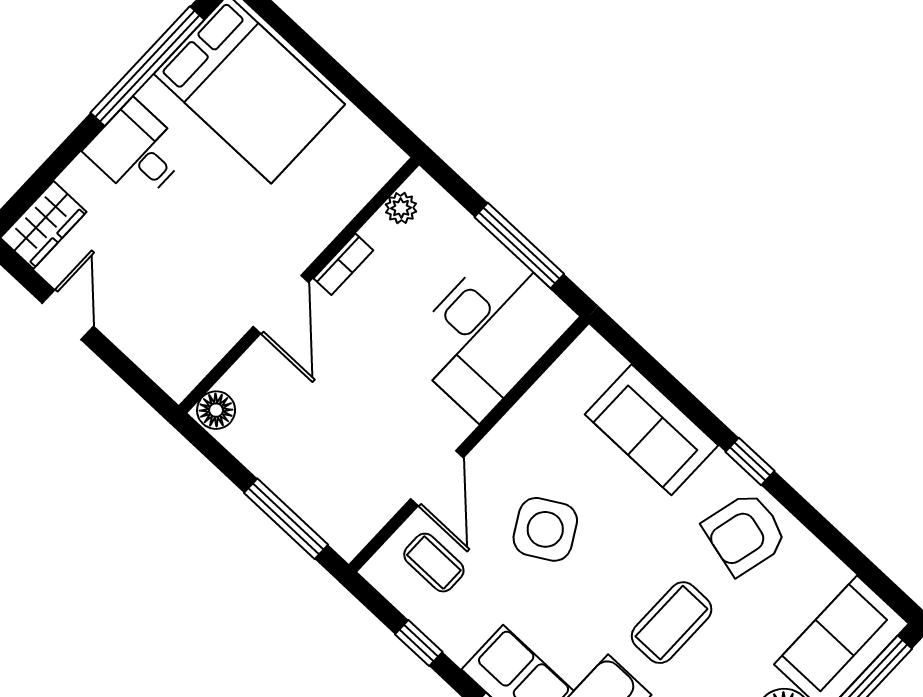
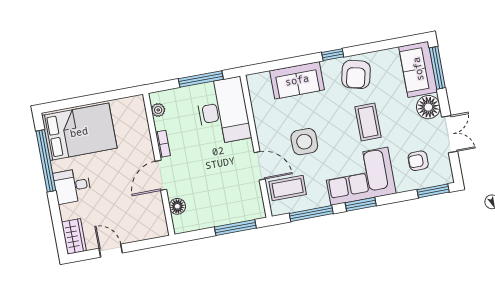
door: (281, 305) -> (161, 175), swing flipped
floor lamp: (216, 410) -> (177, 206), moved
side table: (545, 529) -> (304, 142), turned 30
coffee table: (434, 563) -> (288, 188), width x1.36, depth x1.30
window: (419, 643) -> (311, 214), width x2.17

